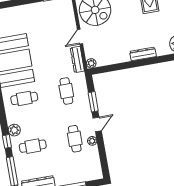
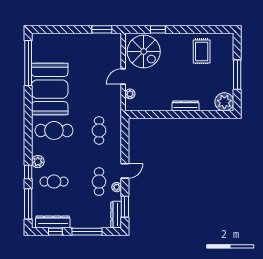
dresser: (77, 59) -> (116, 215), moved
plant: (91, 63) -> (130, 94), moved
cafe table: (24, 98) -> (54, 130), width x1.37, depth x1.35
window: (93, 102) -> (125, 207), moved

